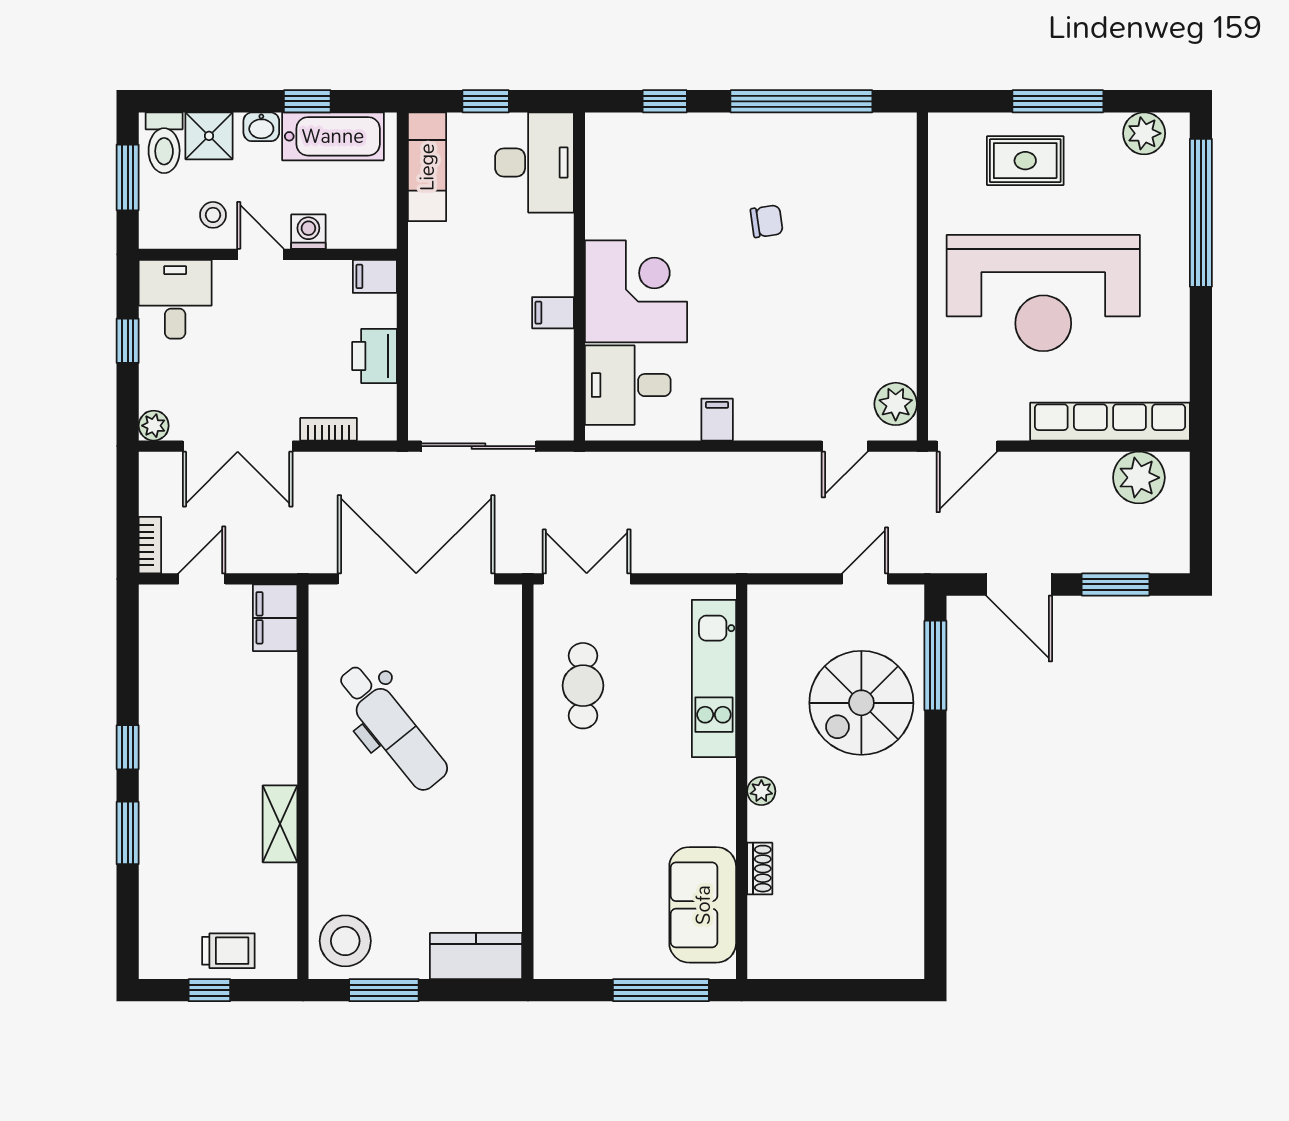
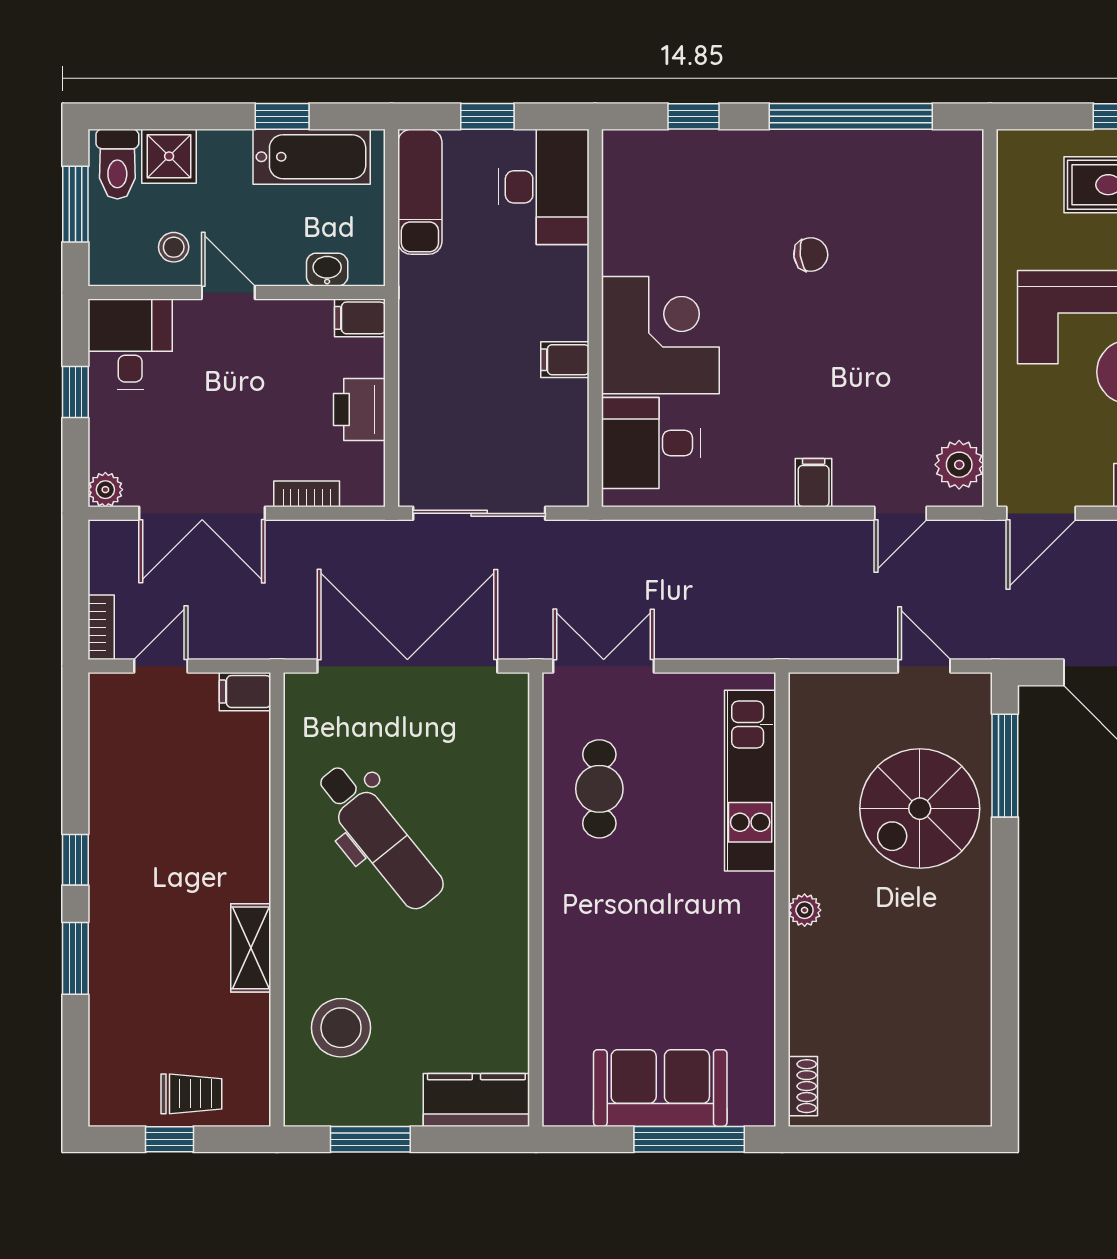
washbasin: (261, 127) -> (327, 270), moved, turned 180
washing machine: (308, 232) -> (283, 266), removed
filing cabinet: (717, 420) -> (814, 483), moved
door: (865, 579) -> (924, 666), hinge flipped
filing cabinet: (275, 618) -> (245, 692), width x0.50
shoe rack: (760, 869) -> (803, 1086), moved
sofa: (703, 905) -> (660, 1088), moved, turned 90
stool: (345, 941) -> (341, 1028), moved

